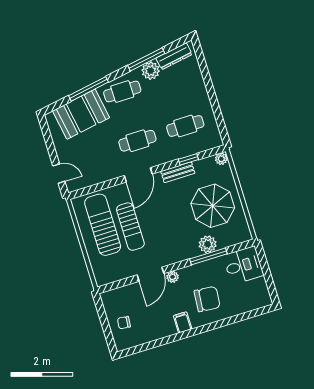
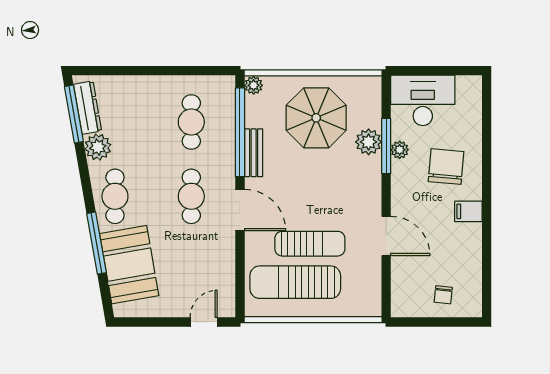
window: (146, 59) -> (74, 114), moved
window: (188, 159) -> (240, 132), width x3.17
desk: (243, 265) -> (423, 100), width x1.37
plant: (173, 277) -> (400, 150), moved

